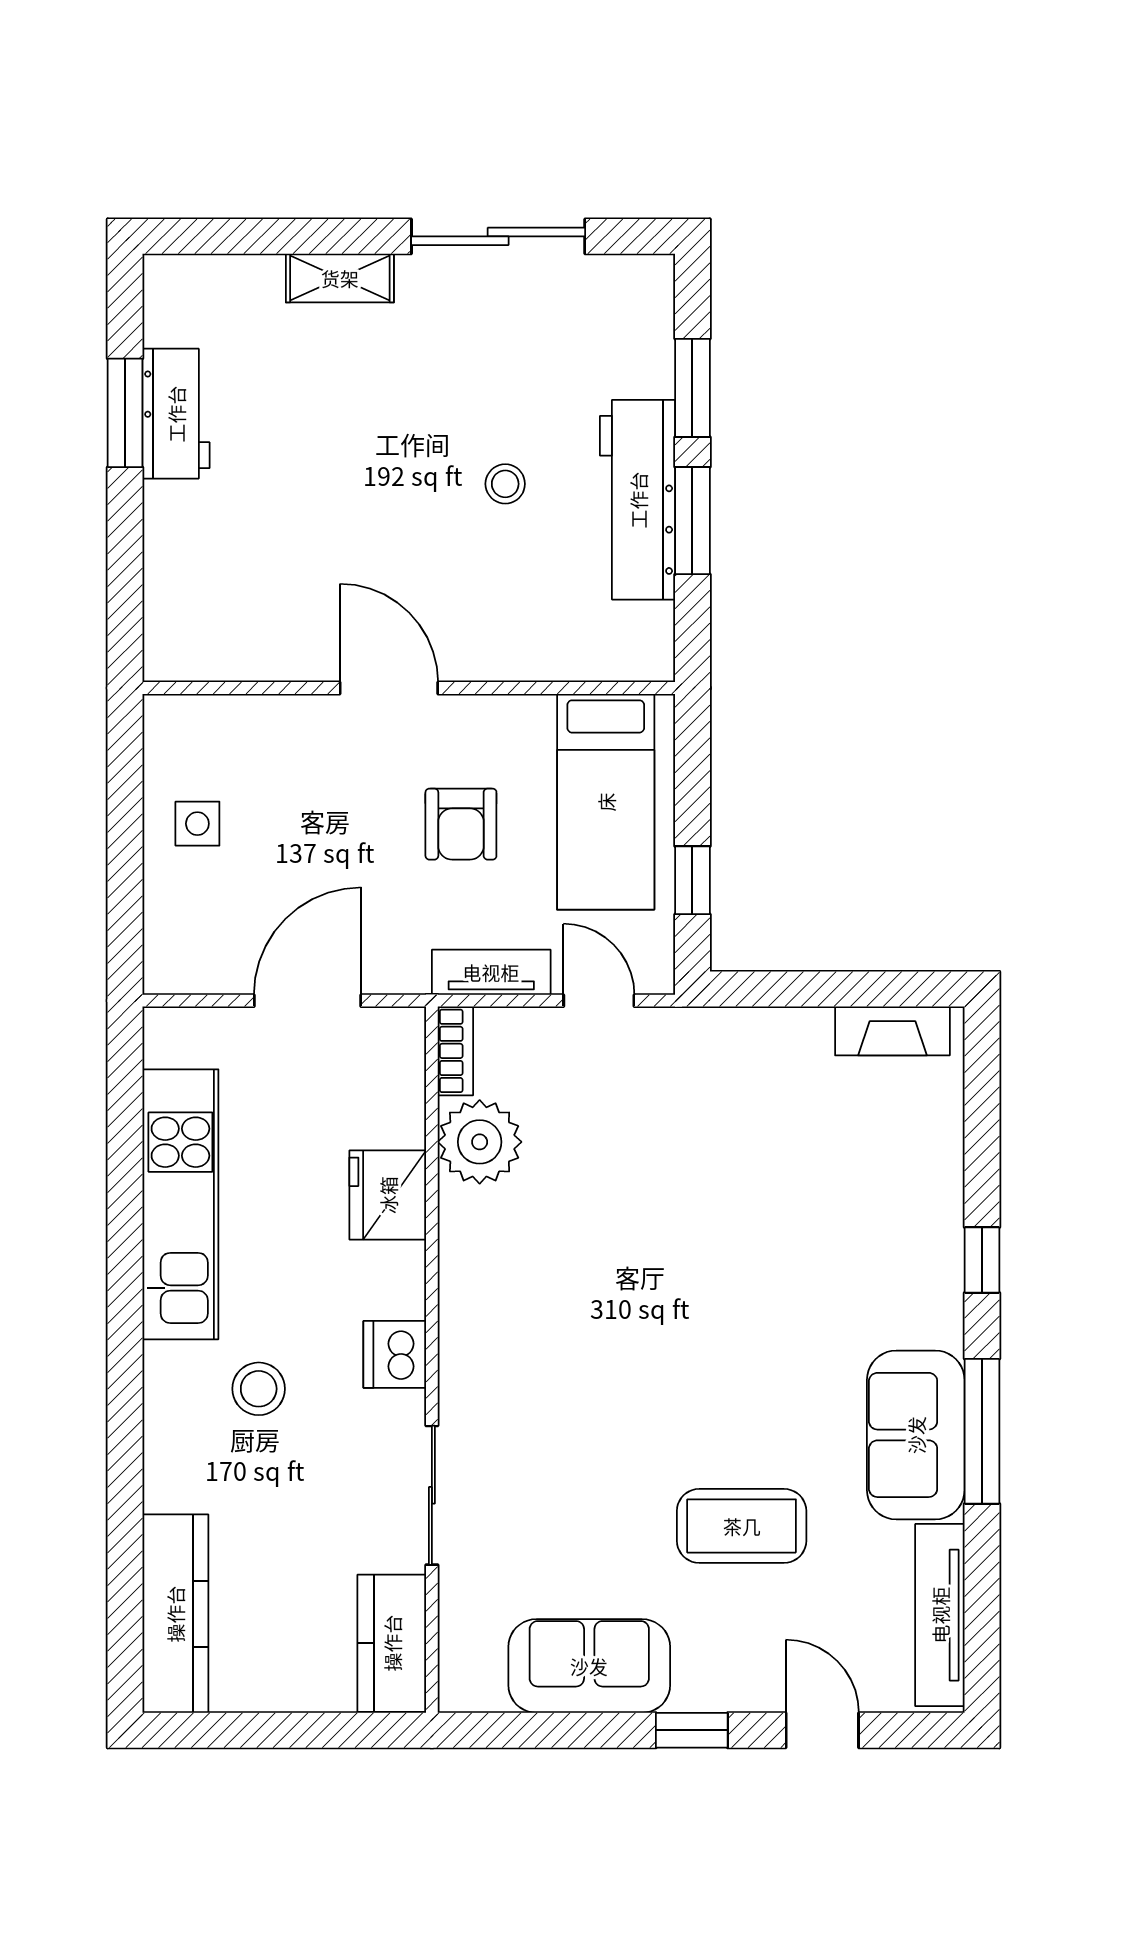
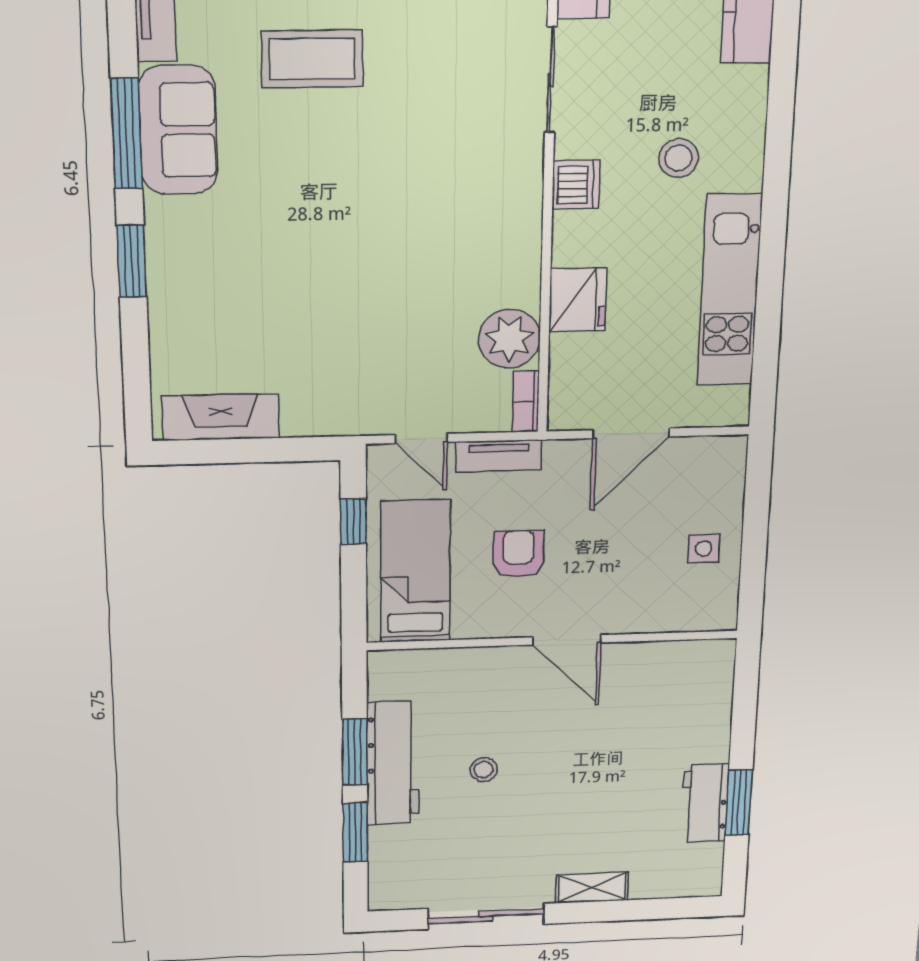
fireplace: (892, 1031) -> (221, 417), width x1.37, depth x1.32
window: (982, 1260) -> (132, 261), width x1.50

